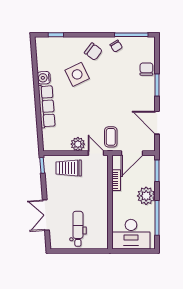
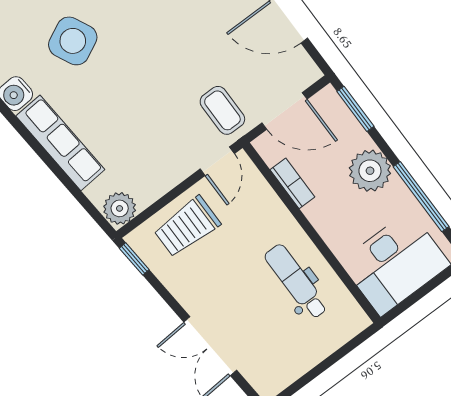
plant: (78, 144) -> (120, 208), moved
door: (96, 153) -> (217, 161), swing flipped
door: (132, 153) -> (284, 111), hinge flipped
dental chair: (78, 229) -> (296, 282), moved

